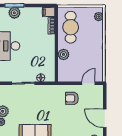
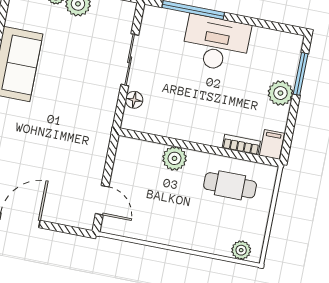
plant: (14, 13) -> (280, 93), moved
cafe table: (71, 27) -> (230, 185), width x0.73, depth x0.74
armchair: (72, 98) -> (77, 158), removed

